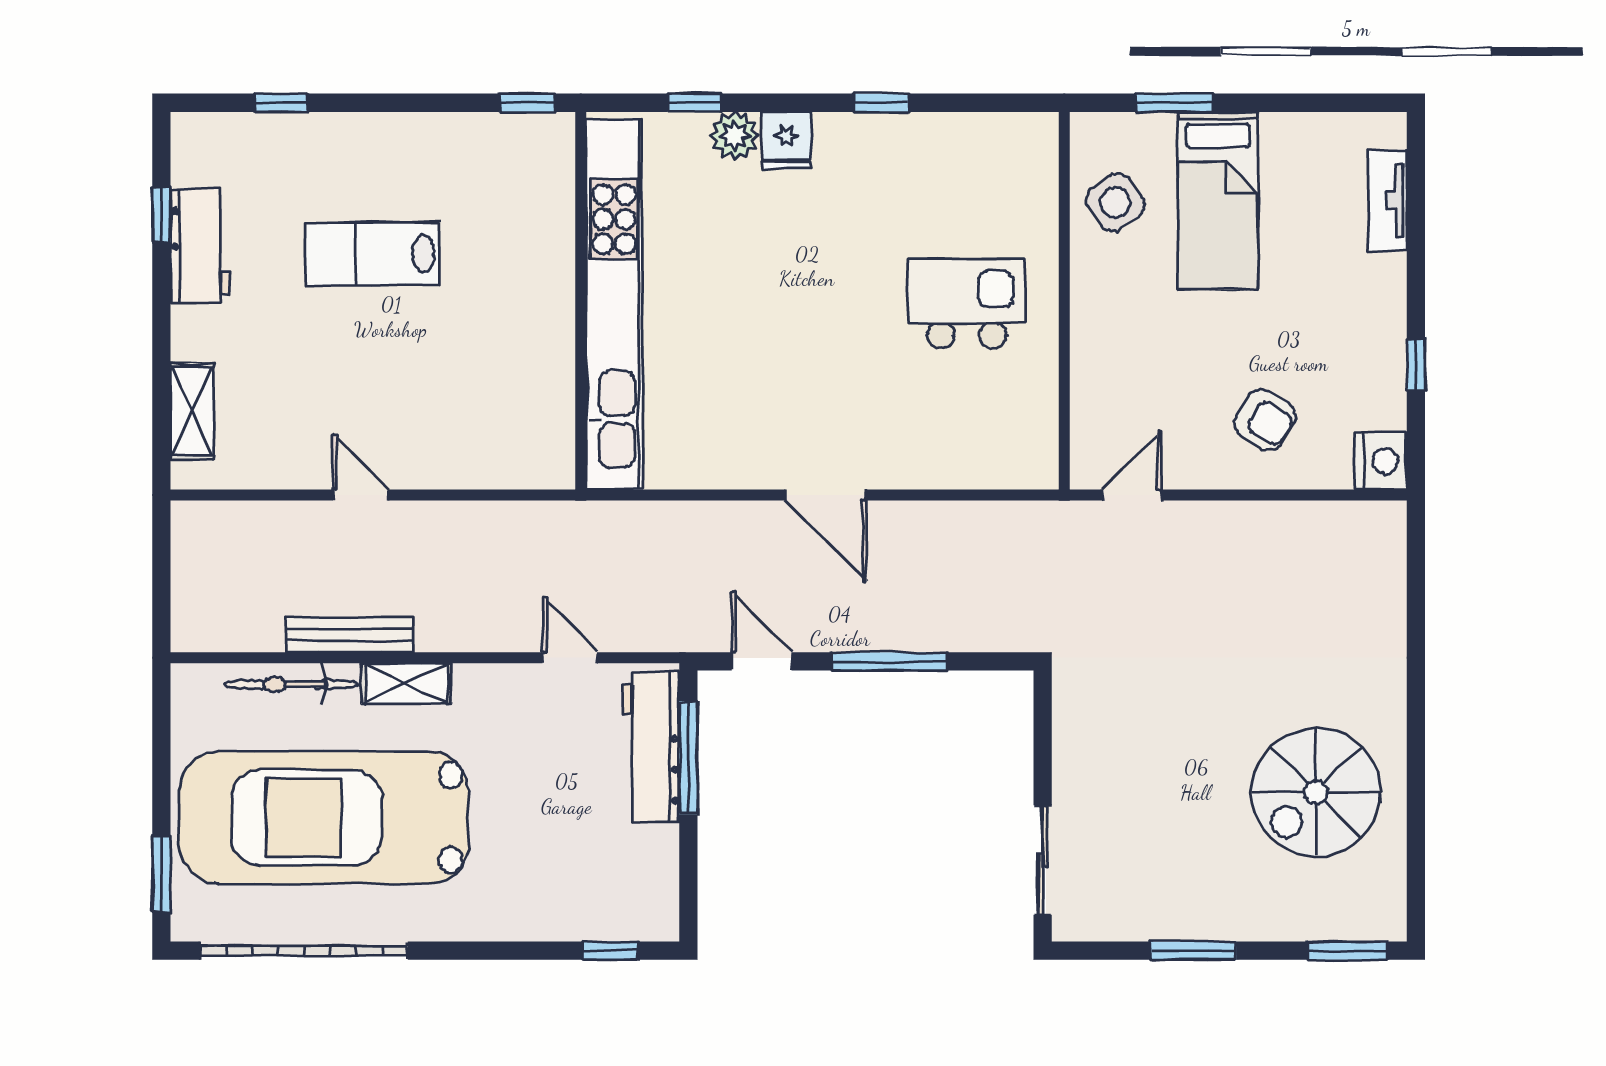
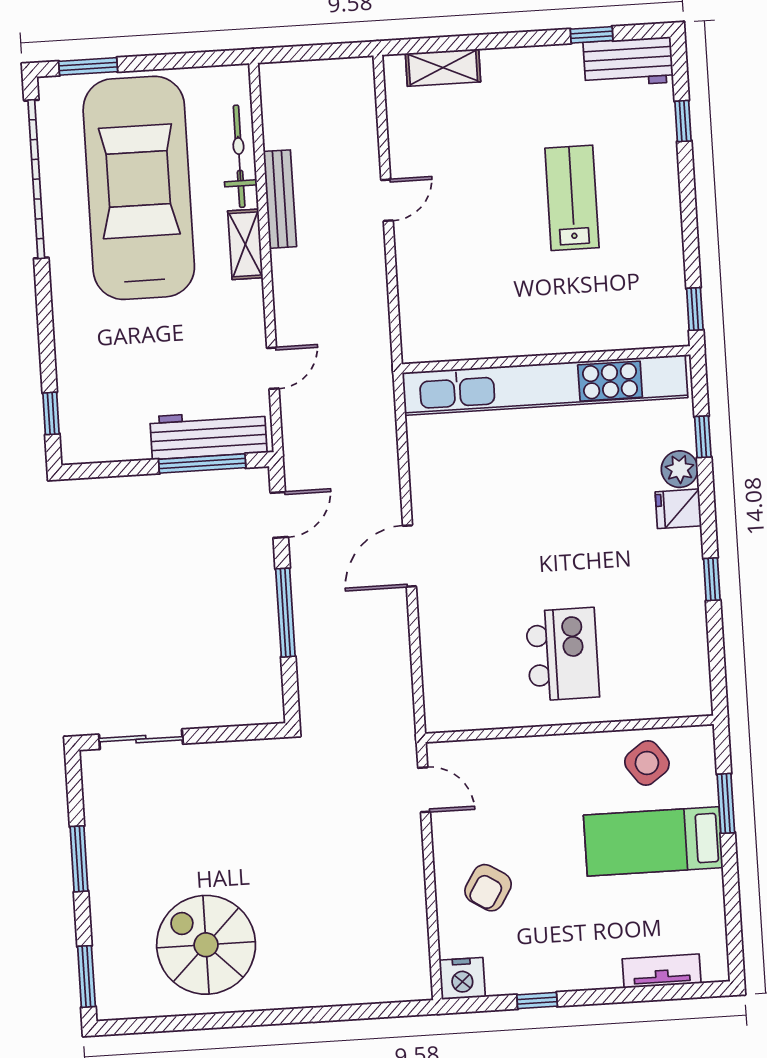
workbench: (200, 246) -> (628, 62), moved

